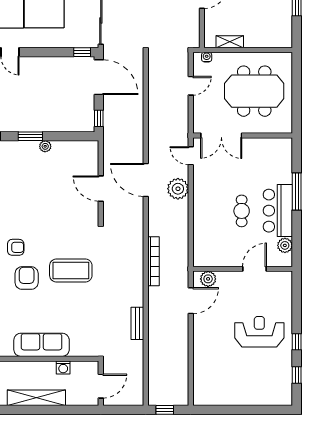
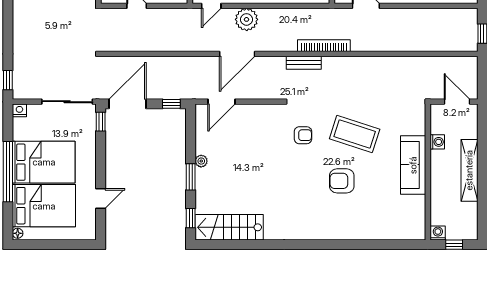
door: (101, 189) -> (221, 102), moved
armchair: (16, 247) -> (303, 135), moved, turned 90
coffee table: (71, 270) -> (355, 134), moved, turned -72
bench: (137, 323) -> (304, 63), moved

